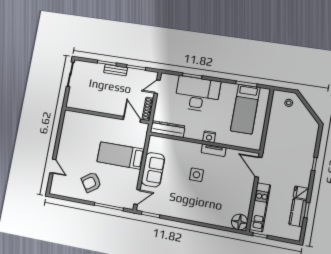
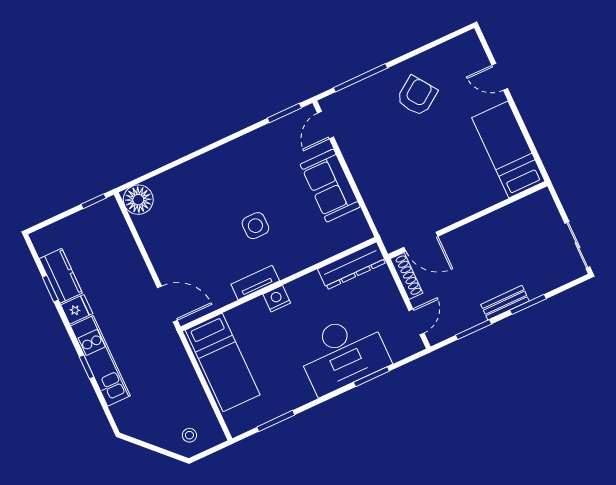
bed: (245, 109) -> (223, 362), moved, turned 180
bed: (121, 155) -> (508, 150), moved, turned -90
kitchen unit: (260, 207) -> (100, 361), moved, turned 180

